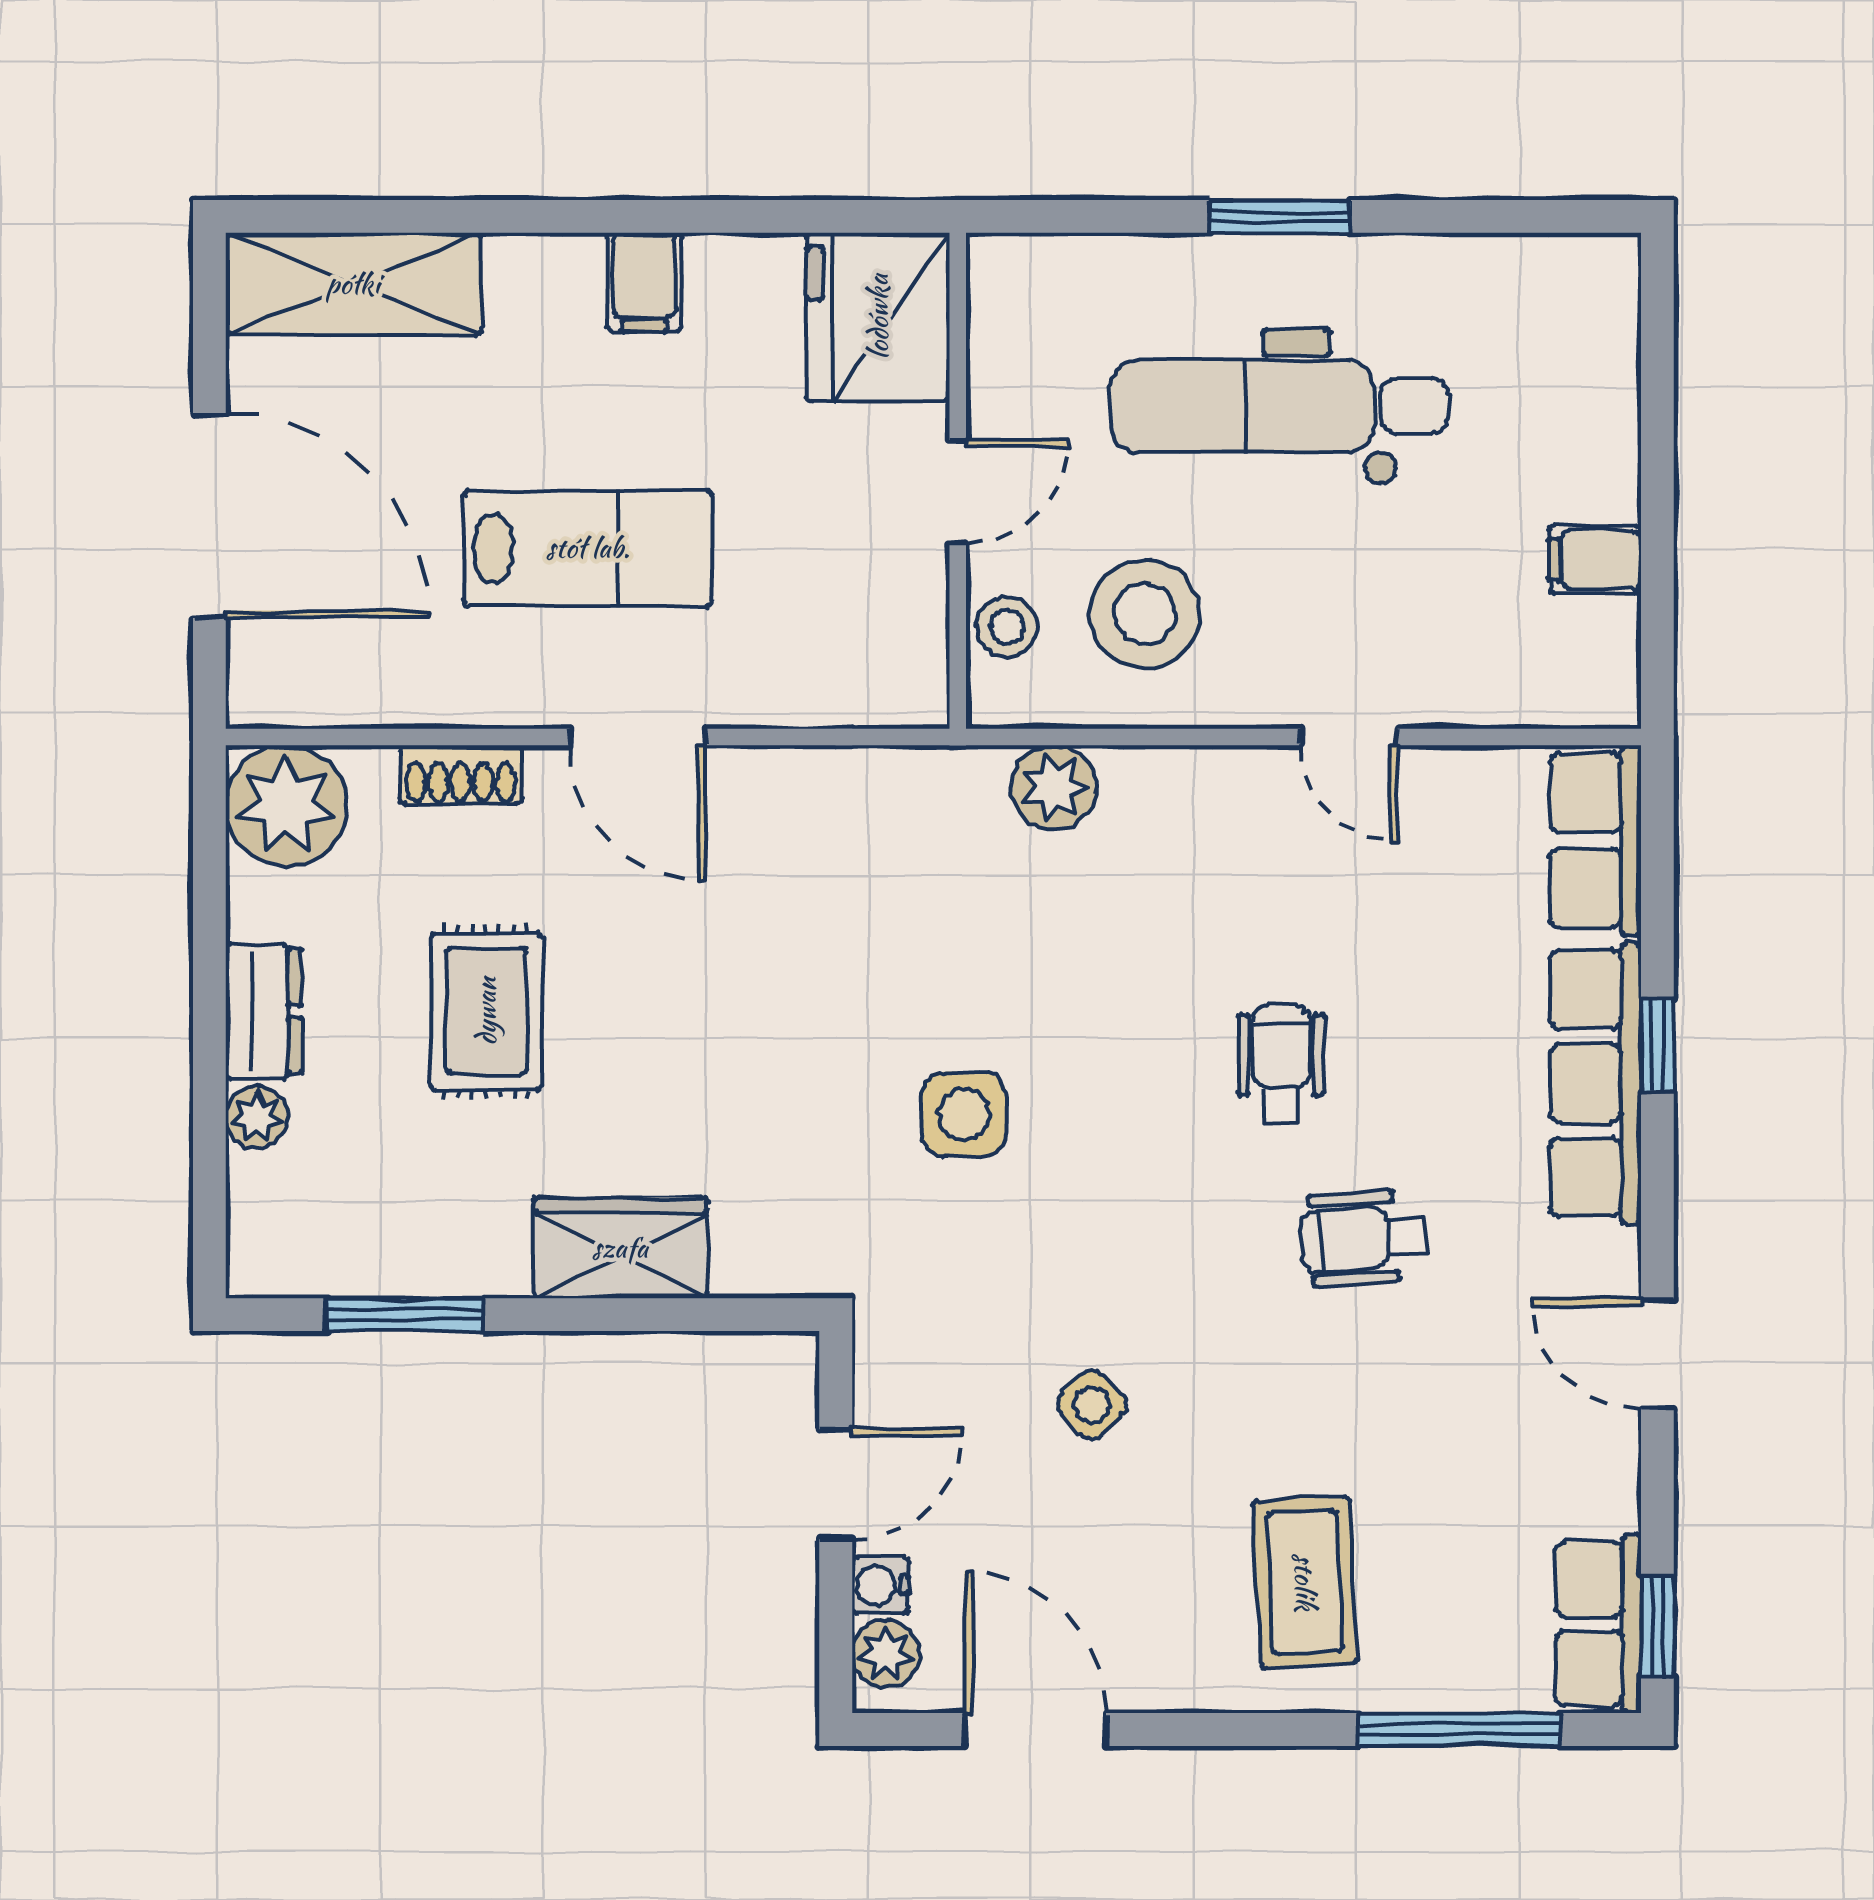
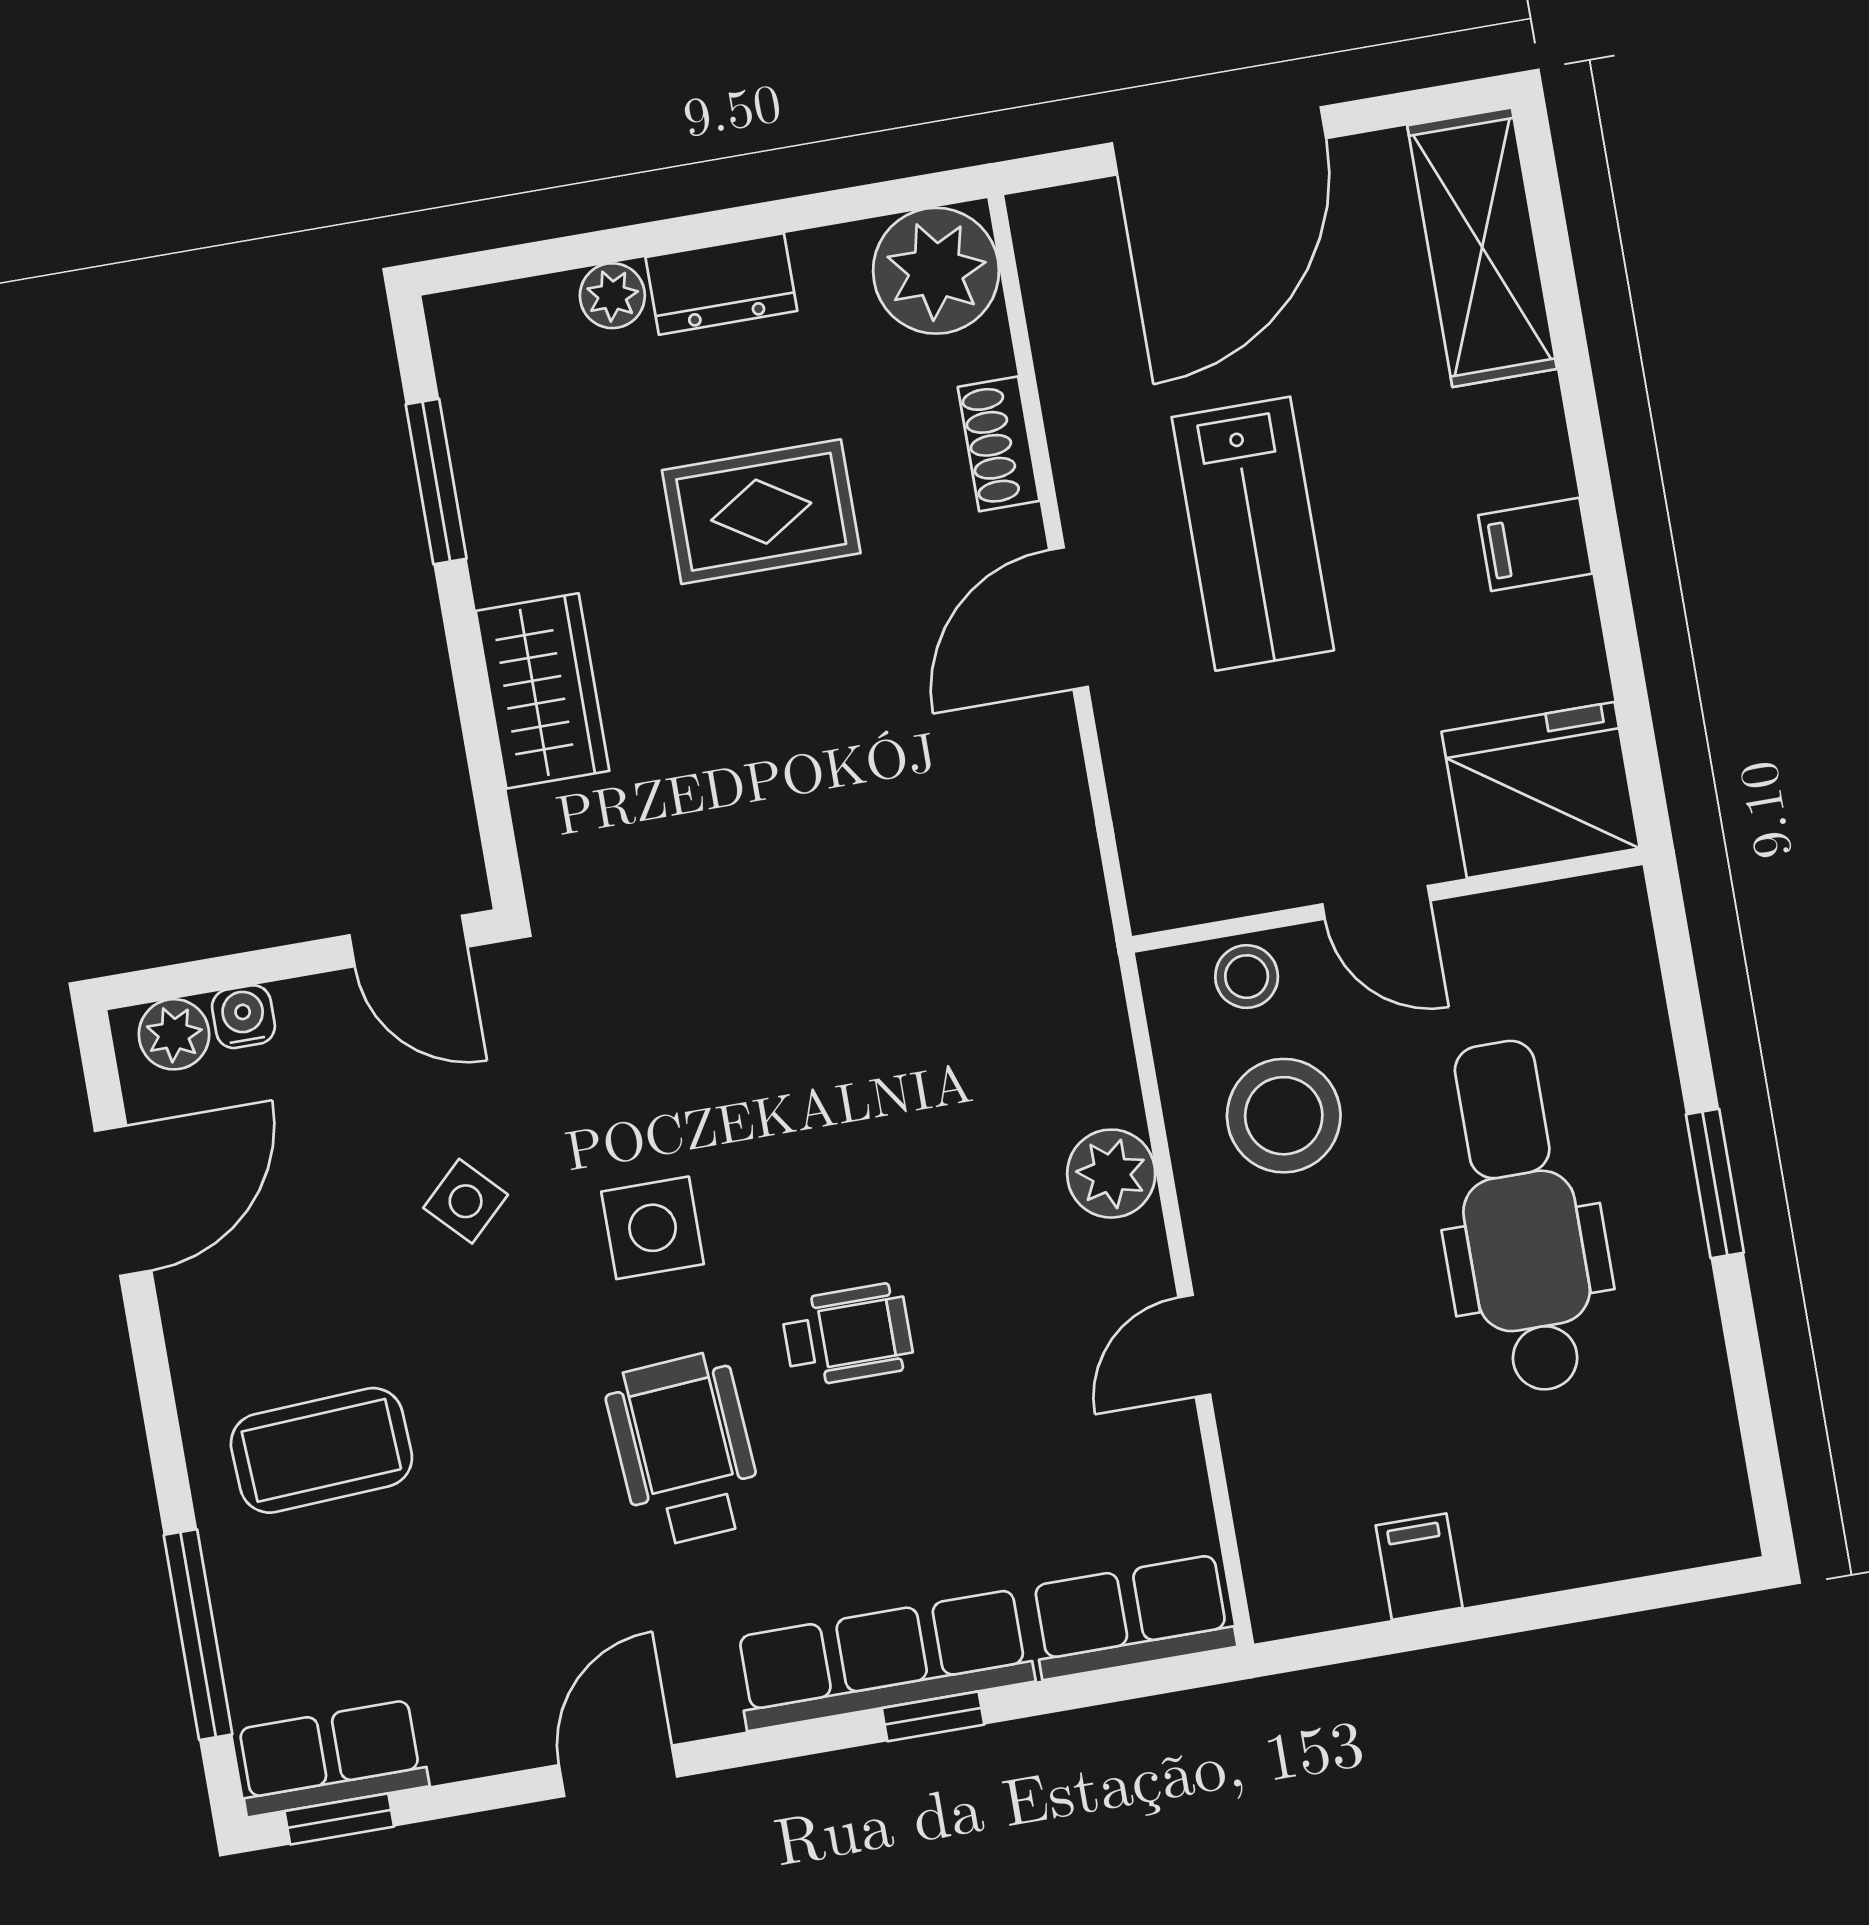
plant: (1054, 788) -> (1111, 1174), moved
side table: (964, 1114) -> (653, 1228), moved
wheelchair: (1363, 1238) -> (684, 1449), width x1.36, depth x1.37
door: (836, 1484) -> (408, 941), moved

